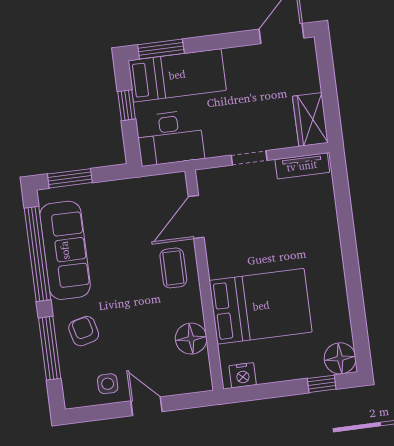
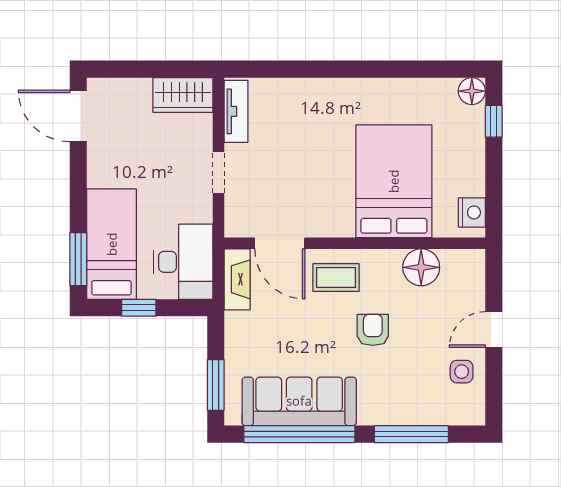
fireplace: (161, 185) -> (237, 279), added
armchair: (84, 331) -> (373, 330), moved, turned 104
floor lamp: (340, 358) -> (472, 91), width x0.73, depth x0.73

